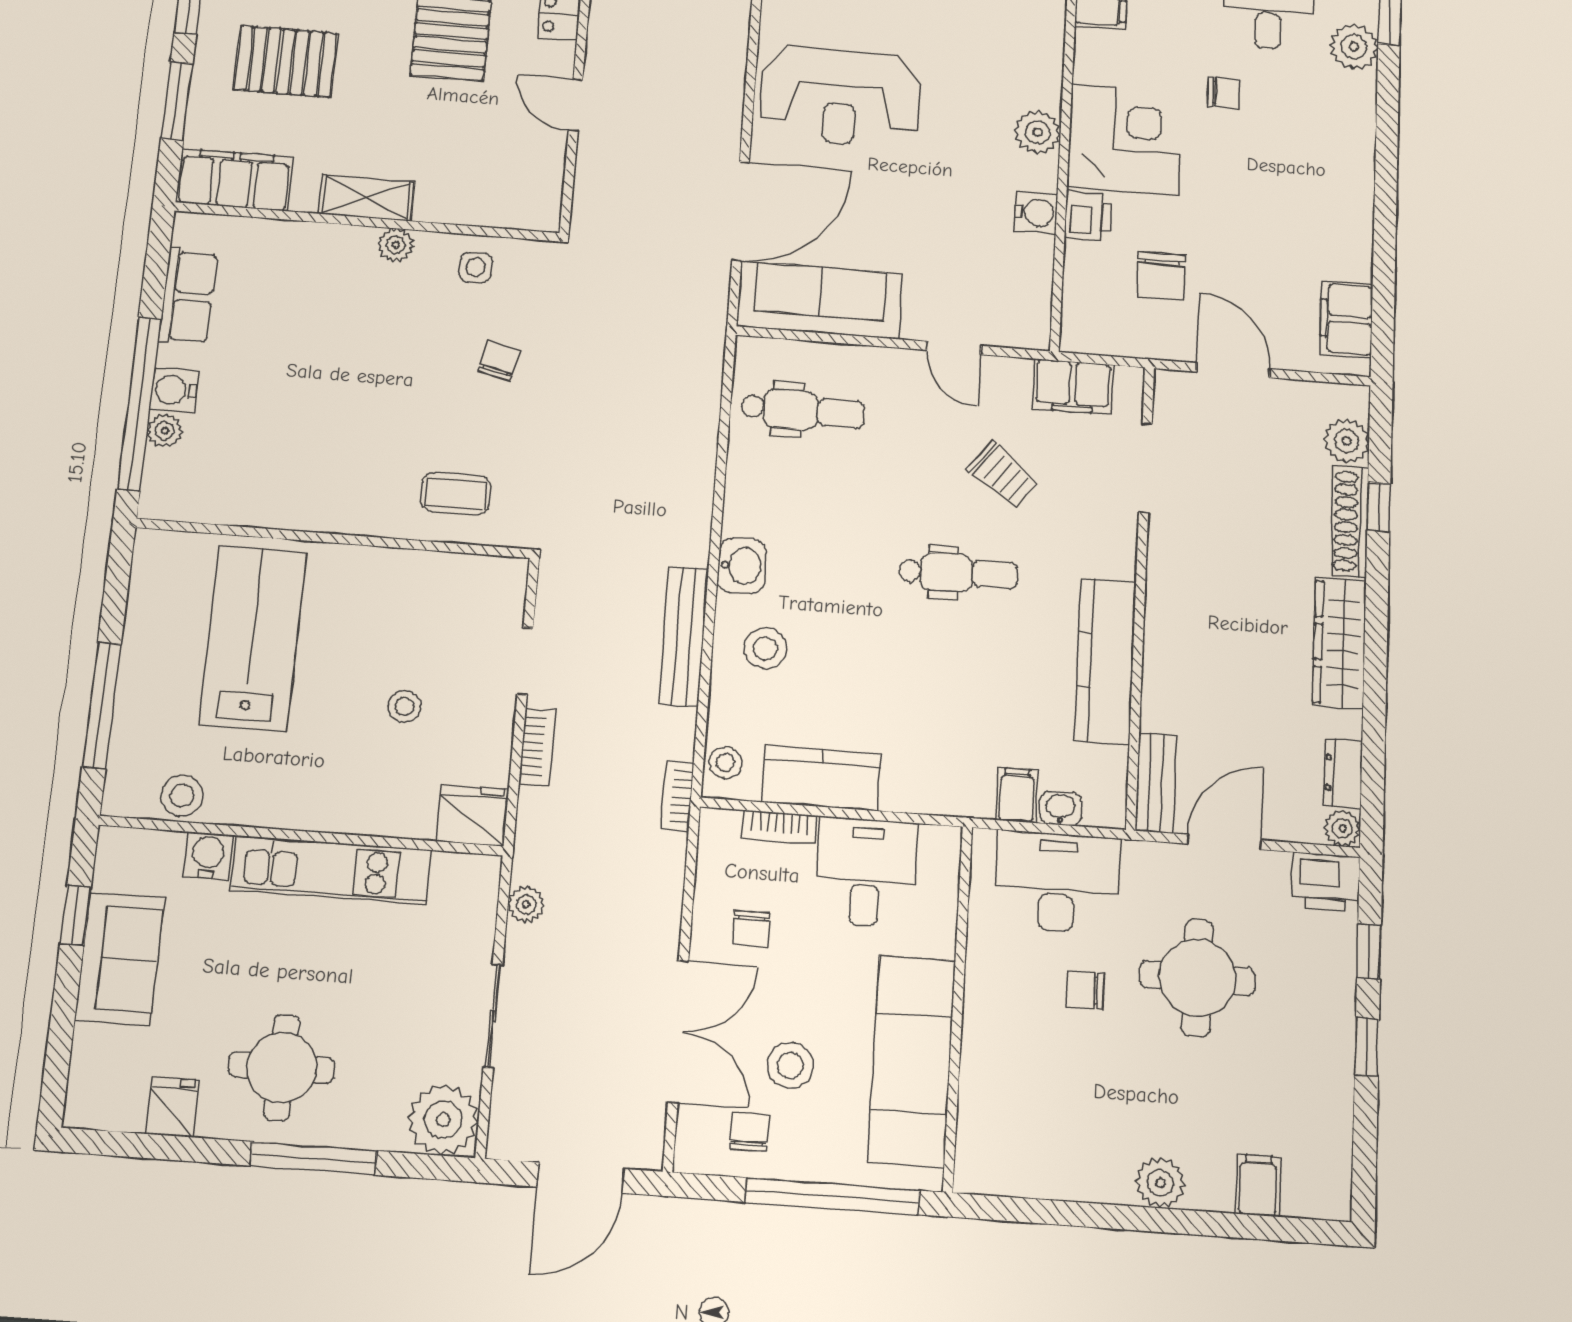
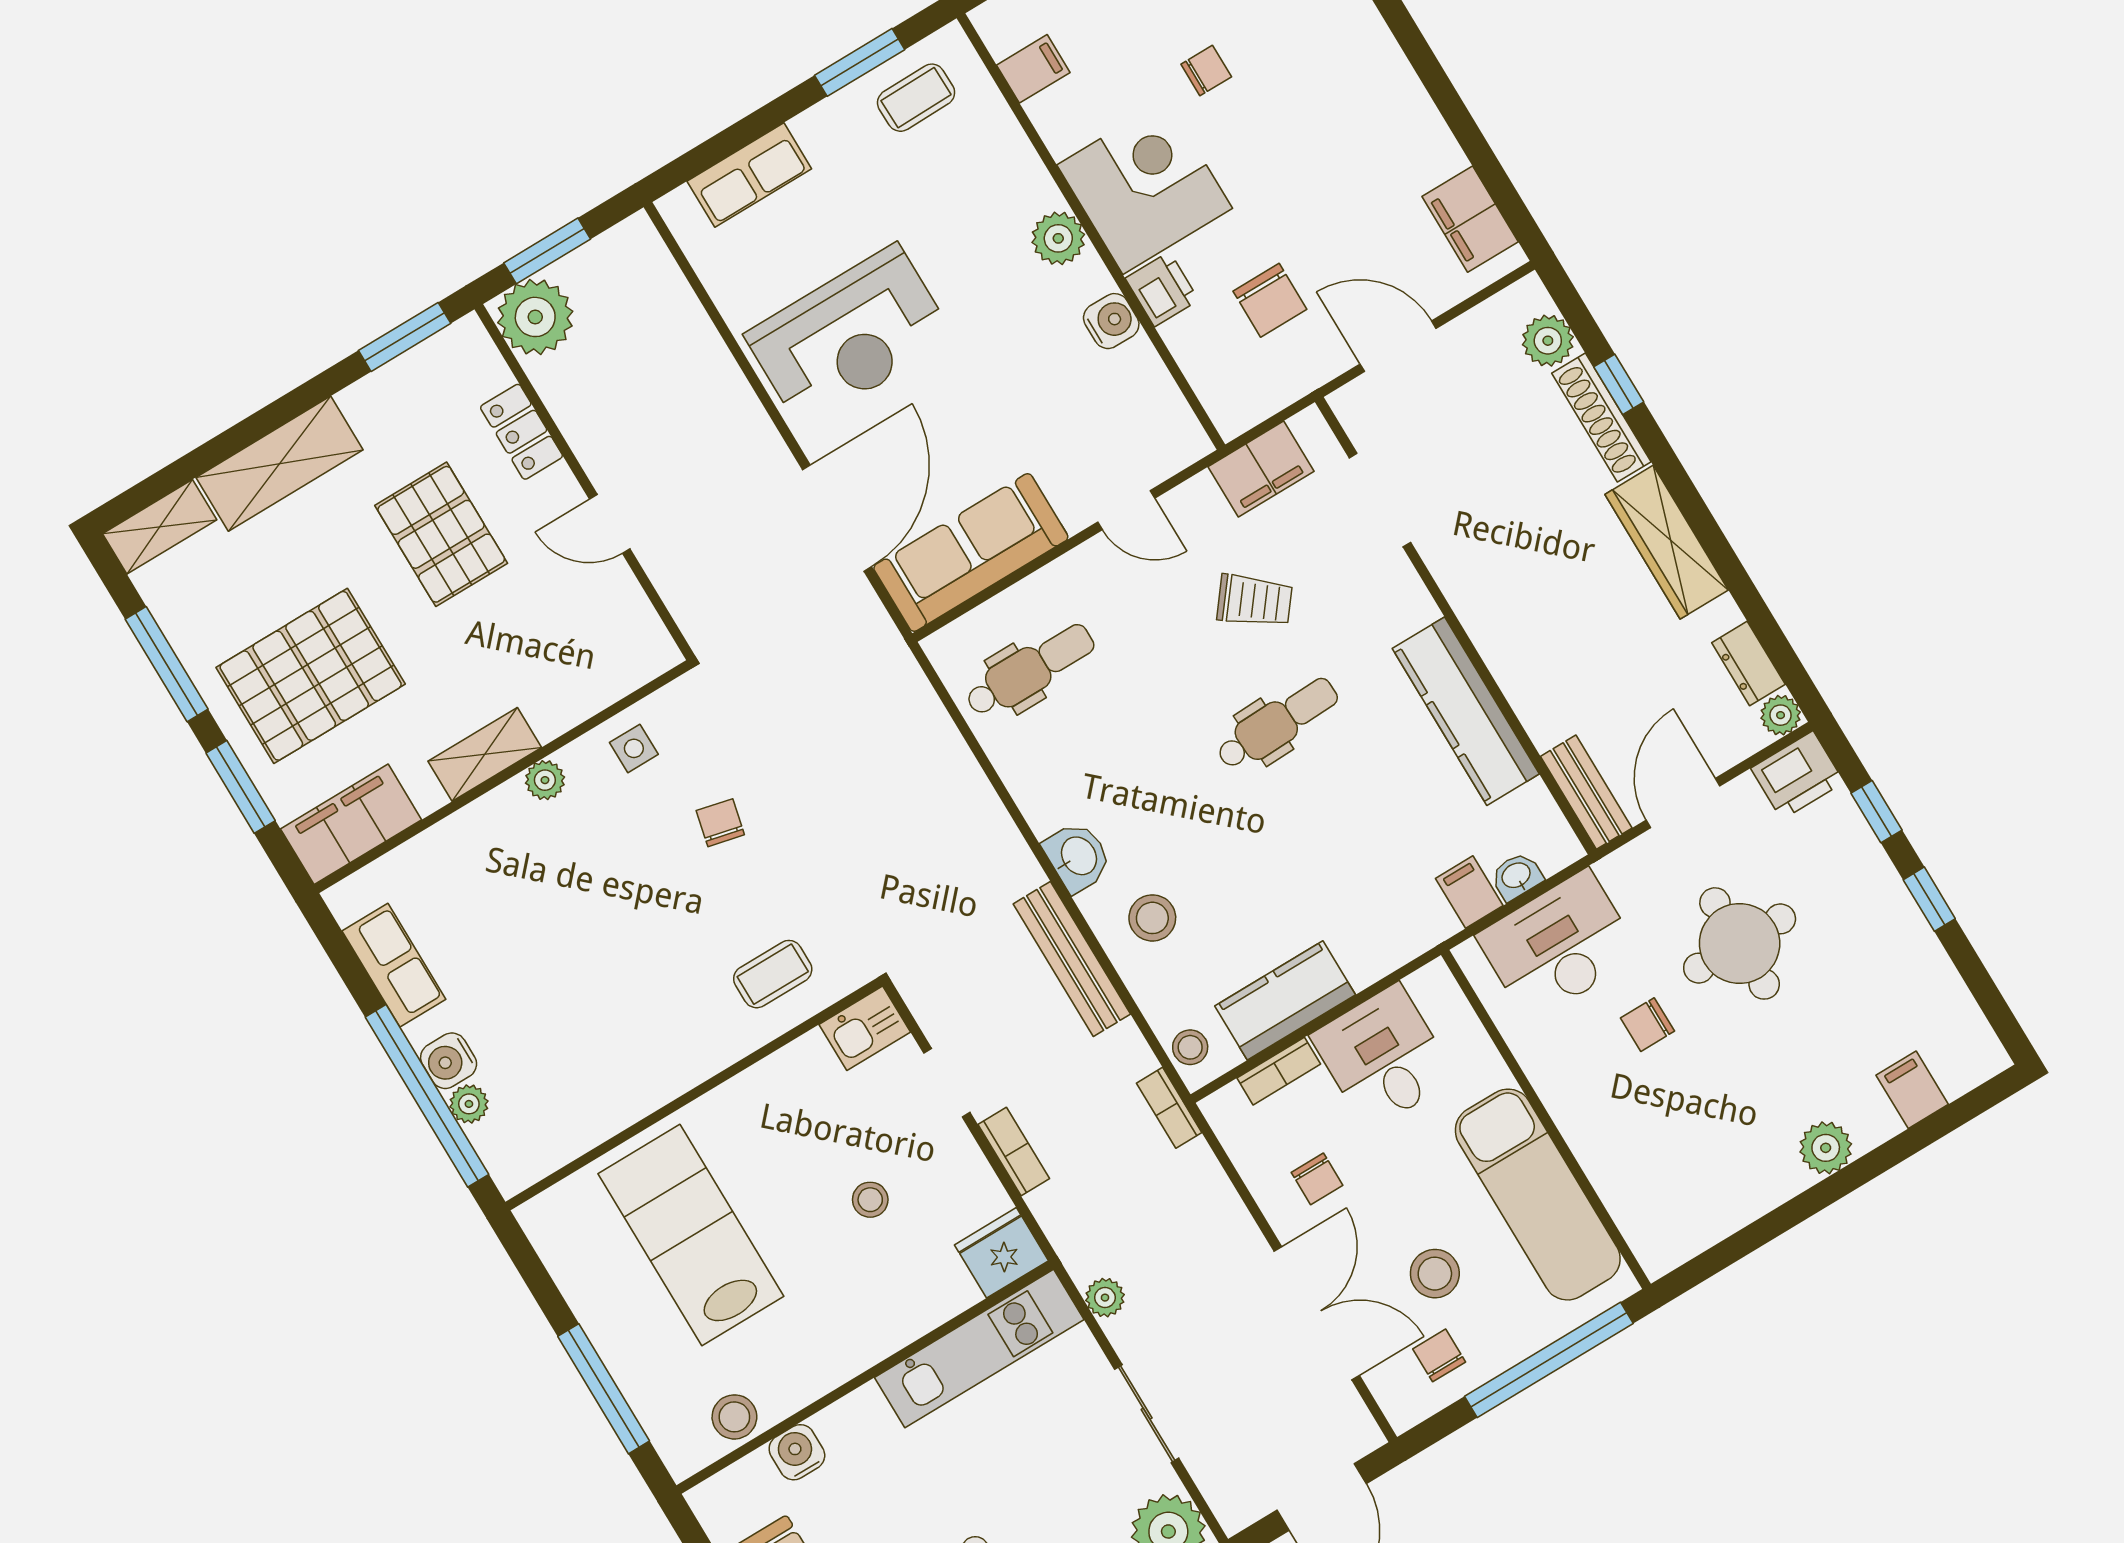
pallet: (286, 61) -> (311, 676), width x1.37, depth x1.41
kitchen sink: (494, 579) -> (865, 1028), added
kitchen unit: (331, 870) -> (979, 1349), moved

